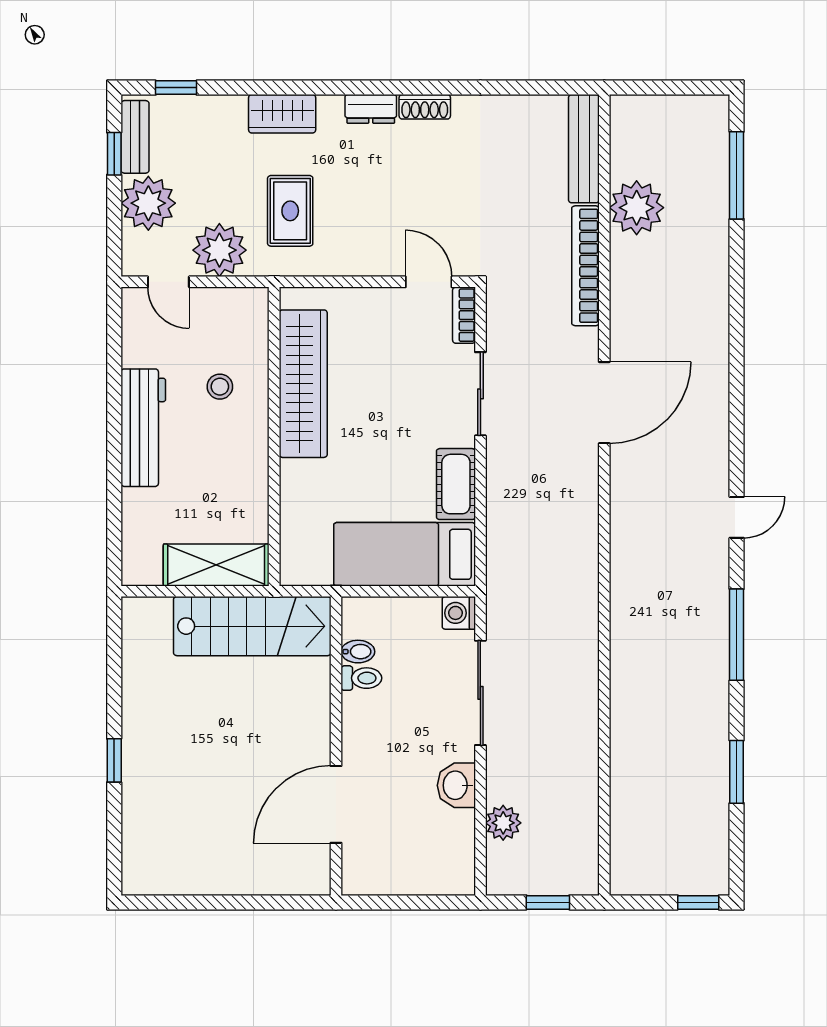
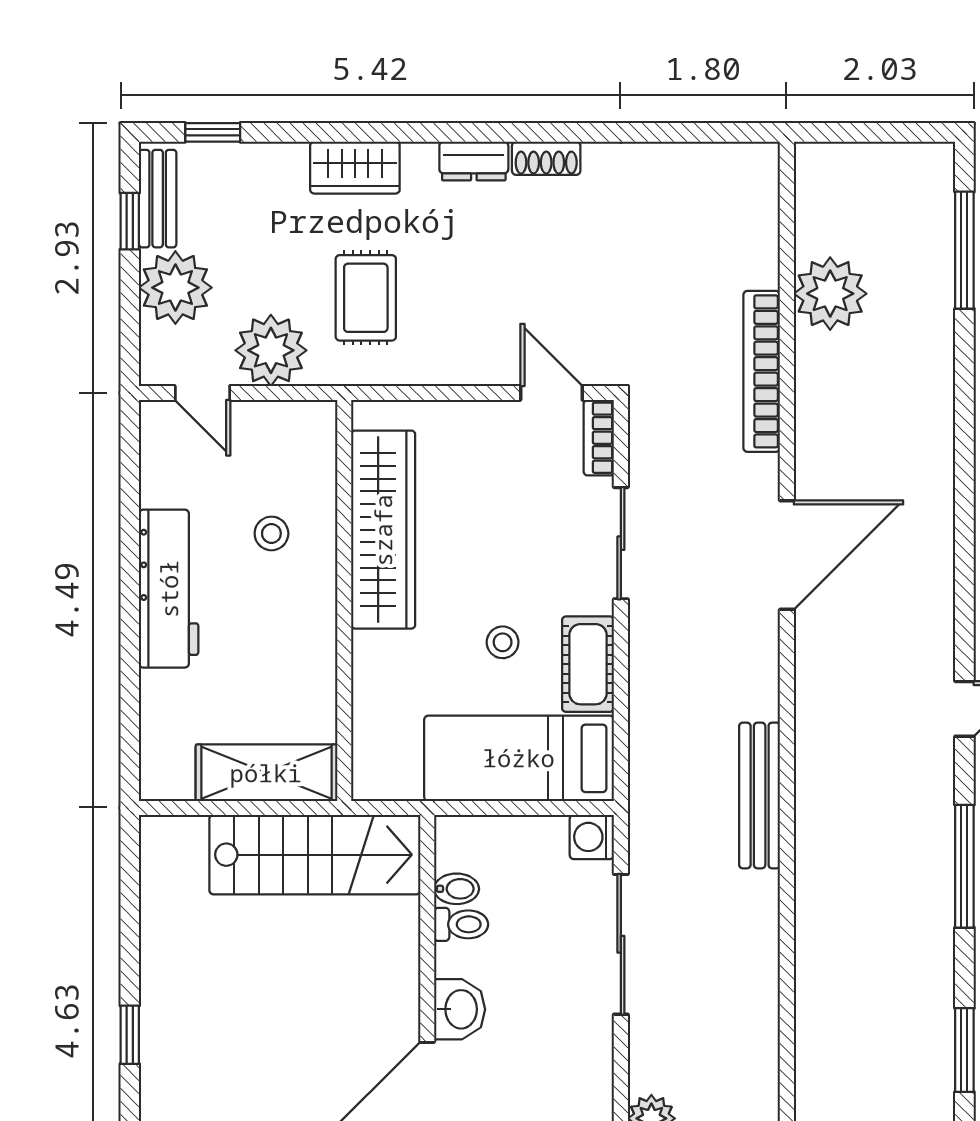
bench: (584, 149) -> (760, 795), moved
stool: (392, 468) -> (503, 642), added
washbasin: (456, 785) -> (460, 1009), moved, turned 180

